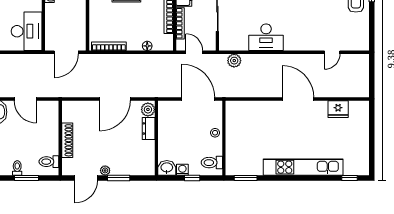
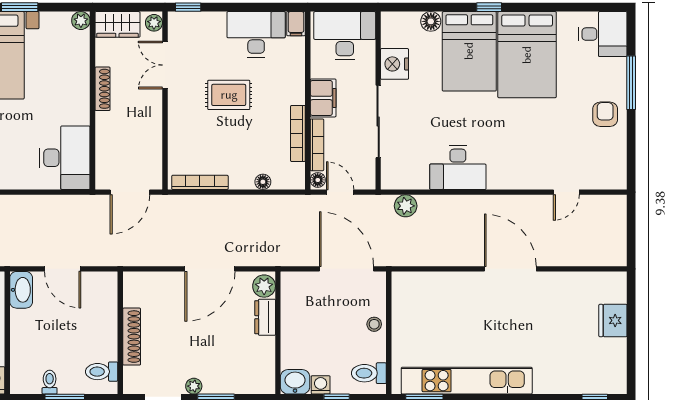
floor lamp: (181, 45) -> (318, 180), added
fridge: (338, 109) -> (613, 320), moved, turned 90
kitchen unit: (303, 167) -> (467, 381), moved

